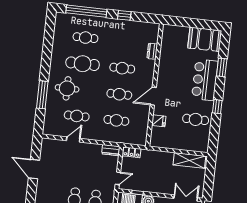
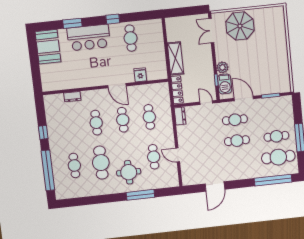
locker: (132, 152) -> (177, 90), width x1.53
shelving: (189, 160) -> (175, 58), moved

